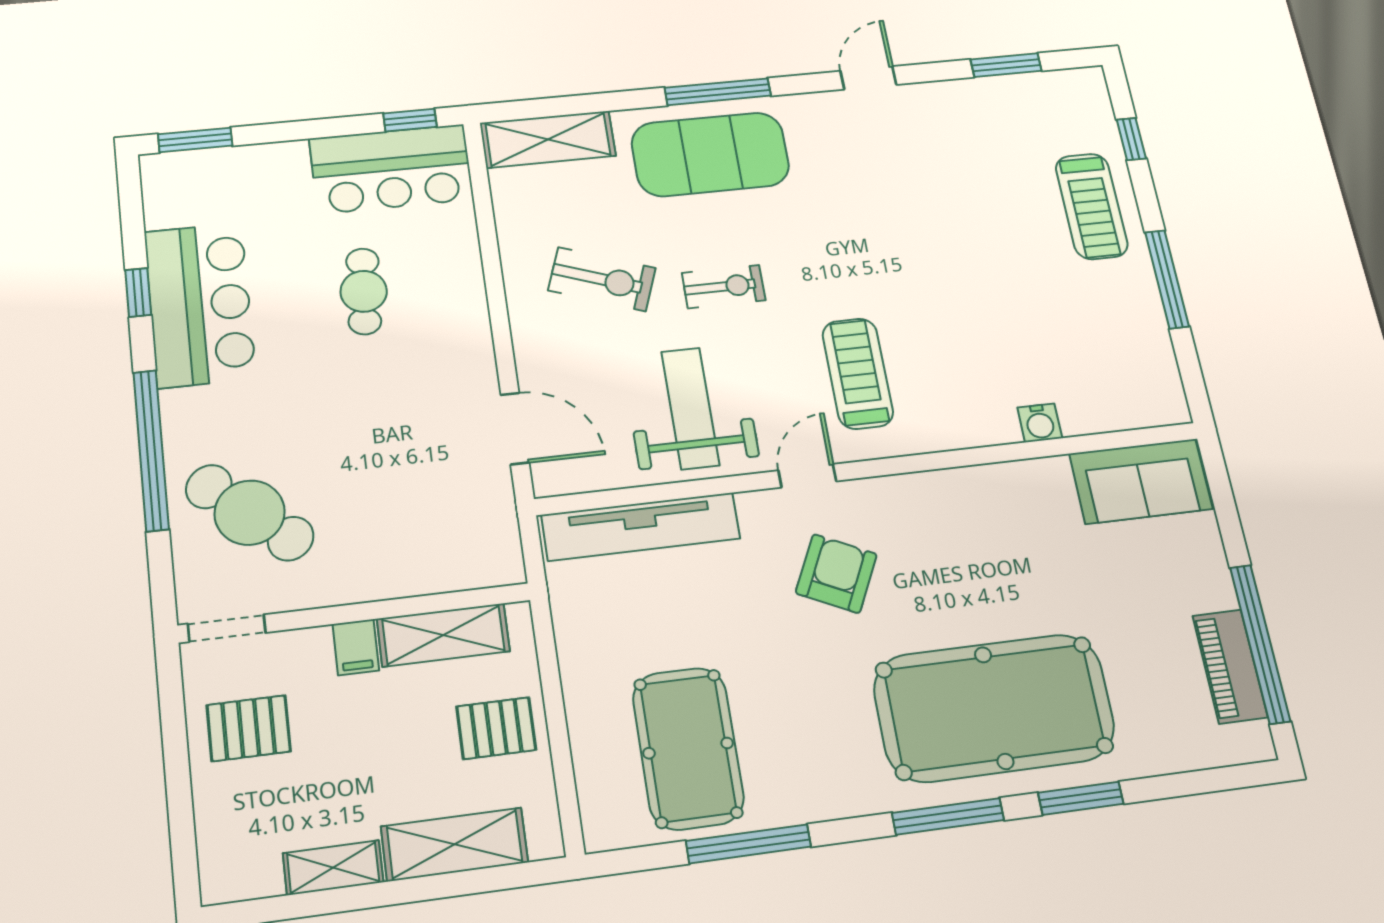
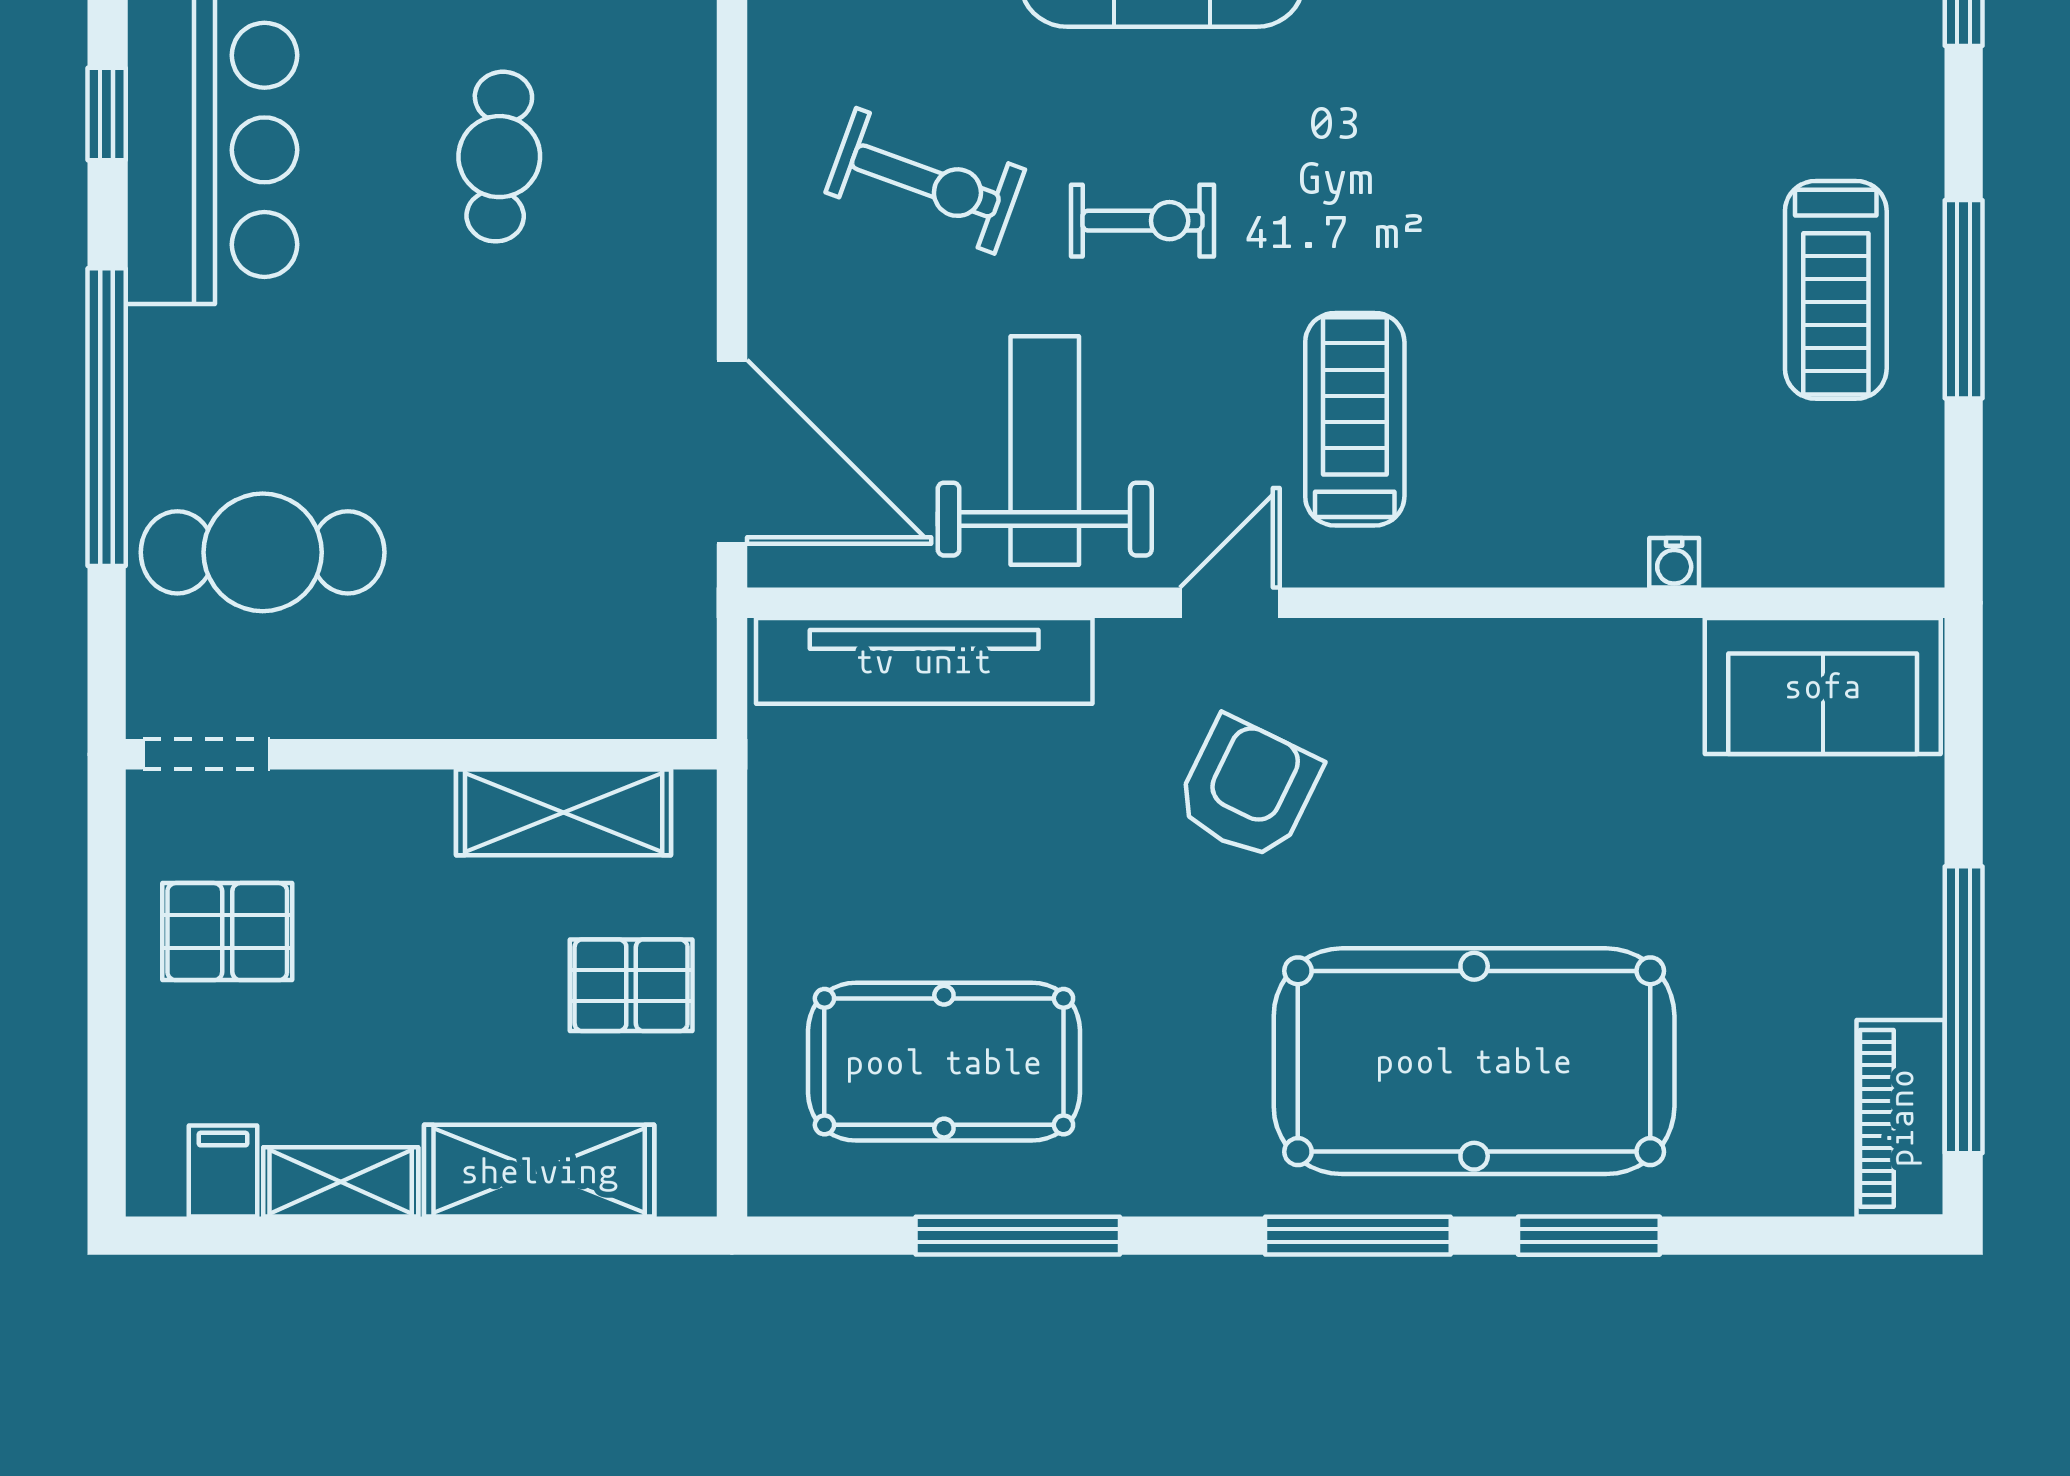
treadmill: (1092, 206) -> (1836, 290), moved
water cooler: (1040, 423) -> (1674, 563), width x0.72, depth x0.72
door: (515, 429) -> (732, 452), width x1.36
cafe table: (250, 513) -> (263, 552), turned -41
filing cabinet: (356, 647) -> (223, 1171), moved, turned 180
piano: (1230, 666) -> (1901, 1118), moved
pool table: (688, 748) -> (944, 1062), turned 90

